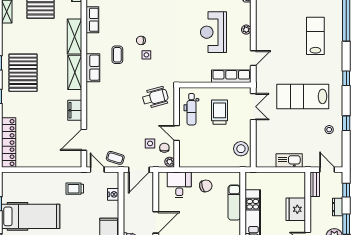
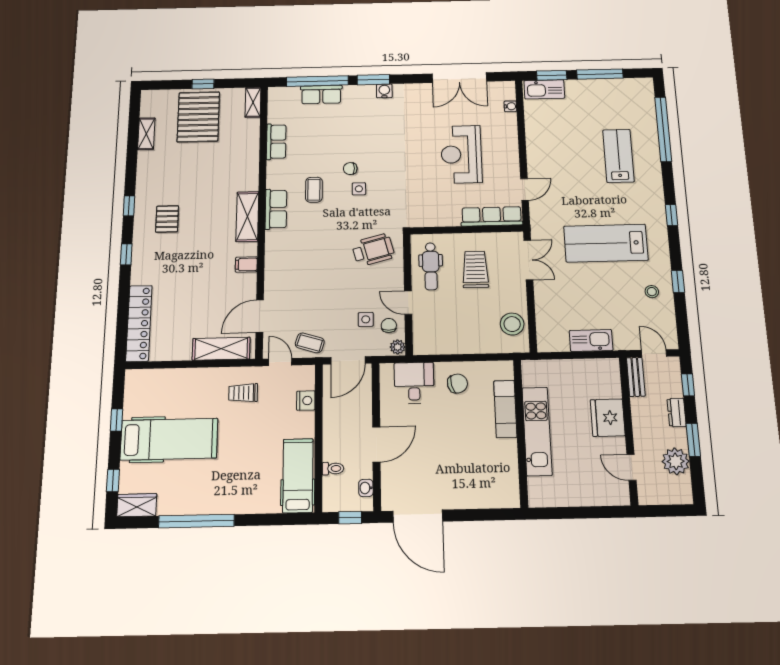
plant: (246, 30) -> (512, 149), removed
shelving: (74, 37) -> (221, 349), moved, turned 90
pallet: (23, 73) -> (167, 219), width x0.49, depth x0.50
filing cabinet: (75, 110) -> (246, 264), width x0.50

